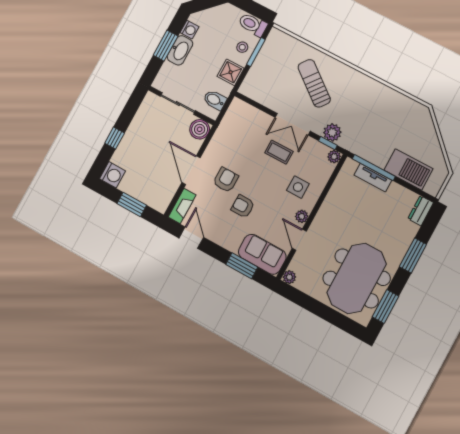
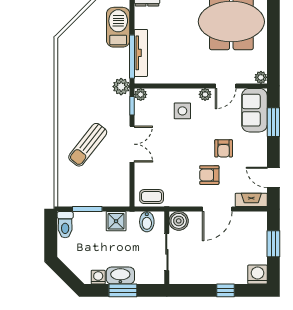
stool: (242, 47) -> (89, 223), removed
plant: (332, 132) -> (121, 87), moved
coffee table: (279, 152) -> (152, 197), moved, turned 90
tv unit: (373, 178) -> (141, 53), width x1.41
door: (191, 238) -> (273, 177), hinge flipped

